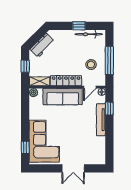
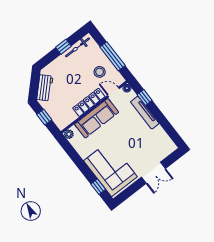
shelving: (40, 81) -> (67, 120), removed
door: (90, 87) -> (114, 92), swing flipped

